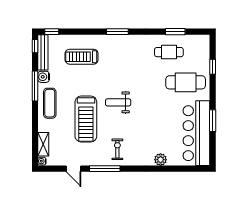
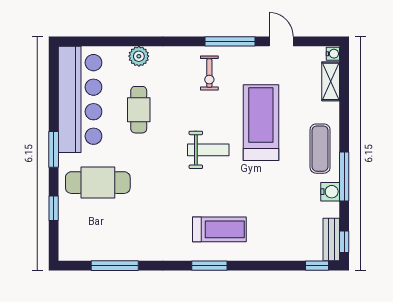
window: (175, 32) -> (115, 266), width x1.44
bench: (43, 52) -> (331, 239), width x0.73
cafe table: (169, 52) -> (139, 110), moved, turned 90
treadmill: (82, 57) -> (219, 229), moved
window: (213, 121) -> (54, 149), moved

